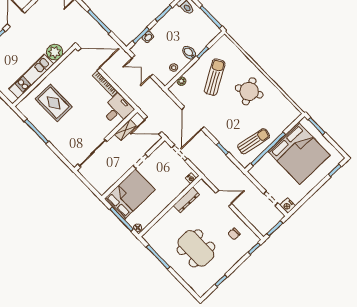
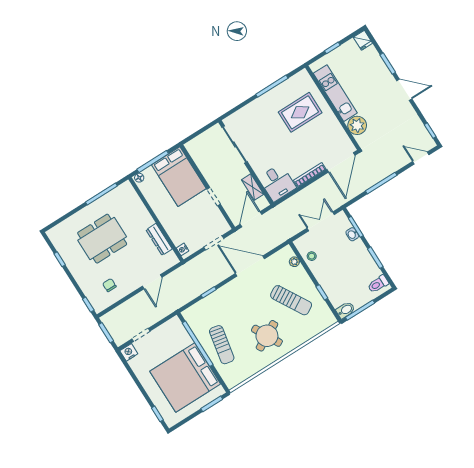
bidet: (189, 53) -> (345, 310), moved
sun lounger: (254, 141) -> (222, 345), moved

